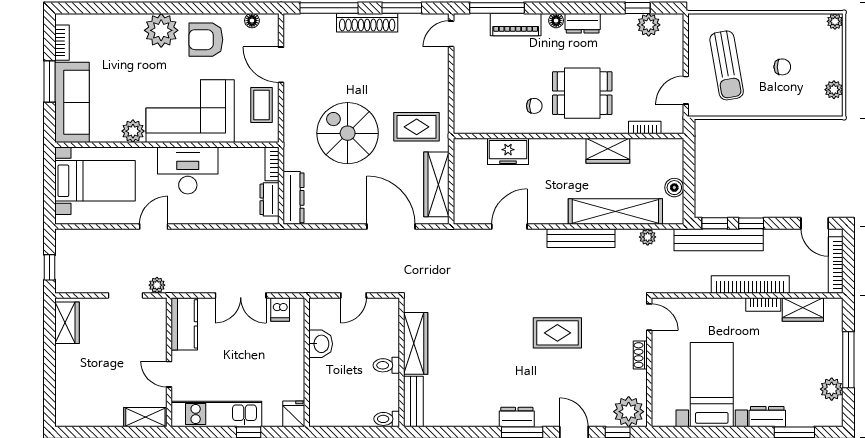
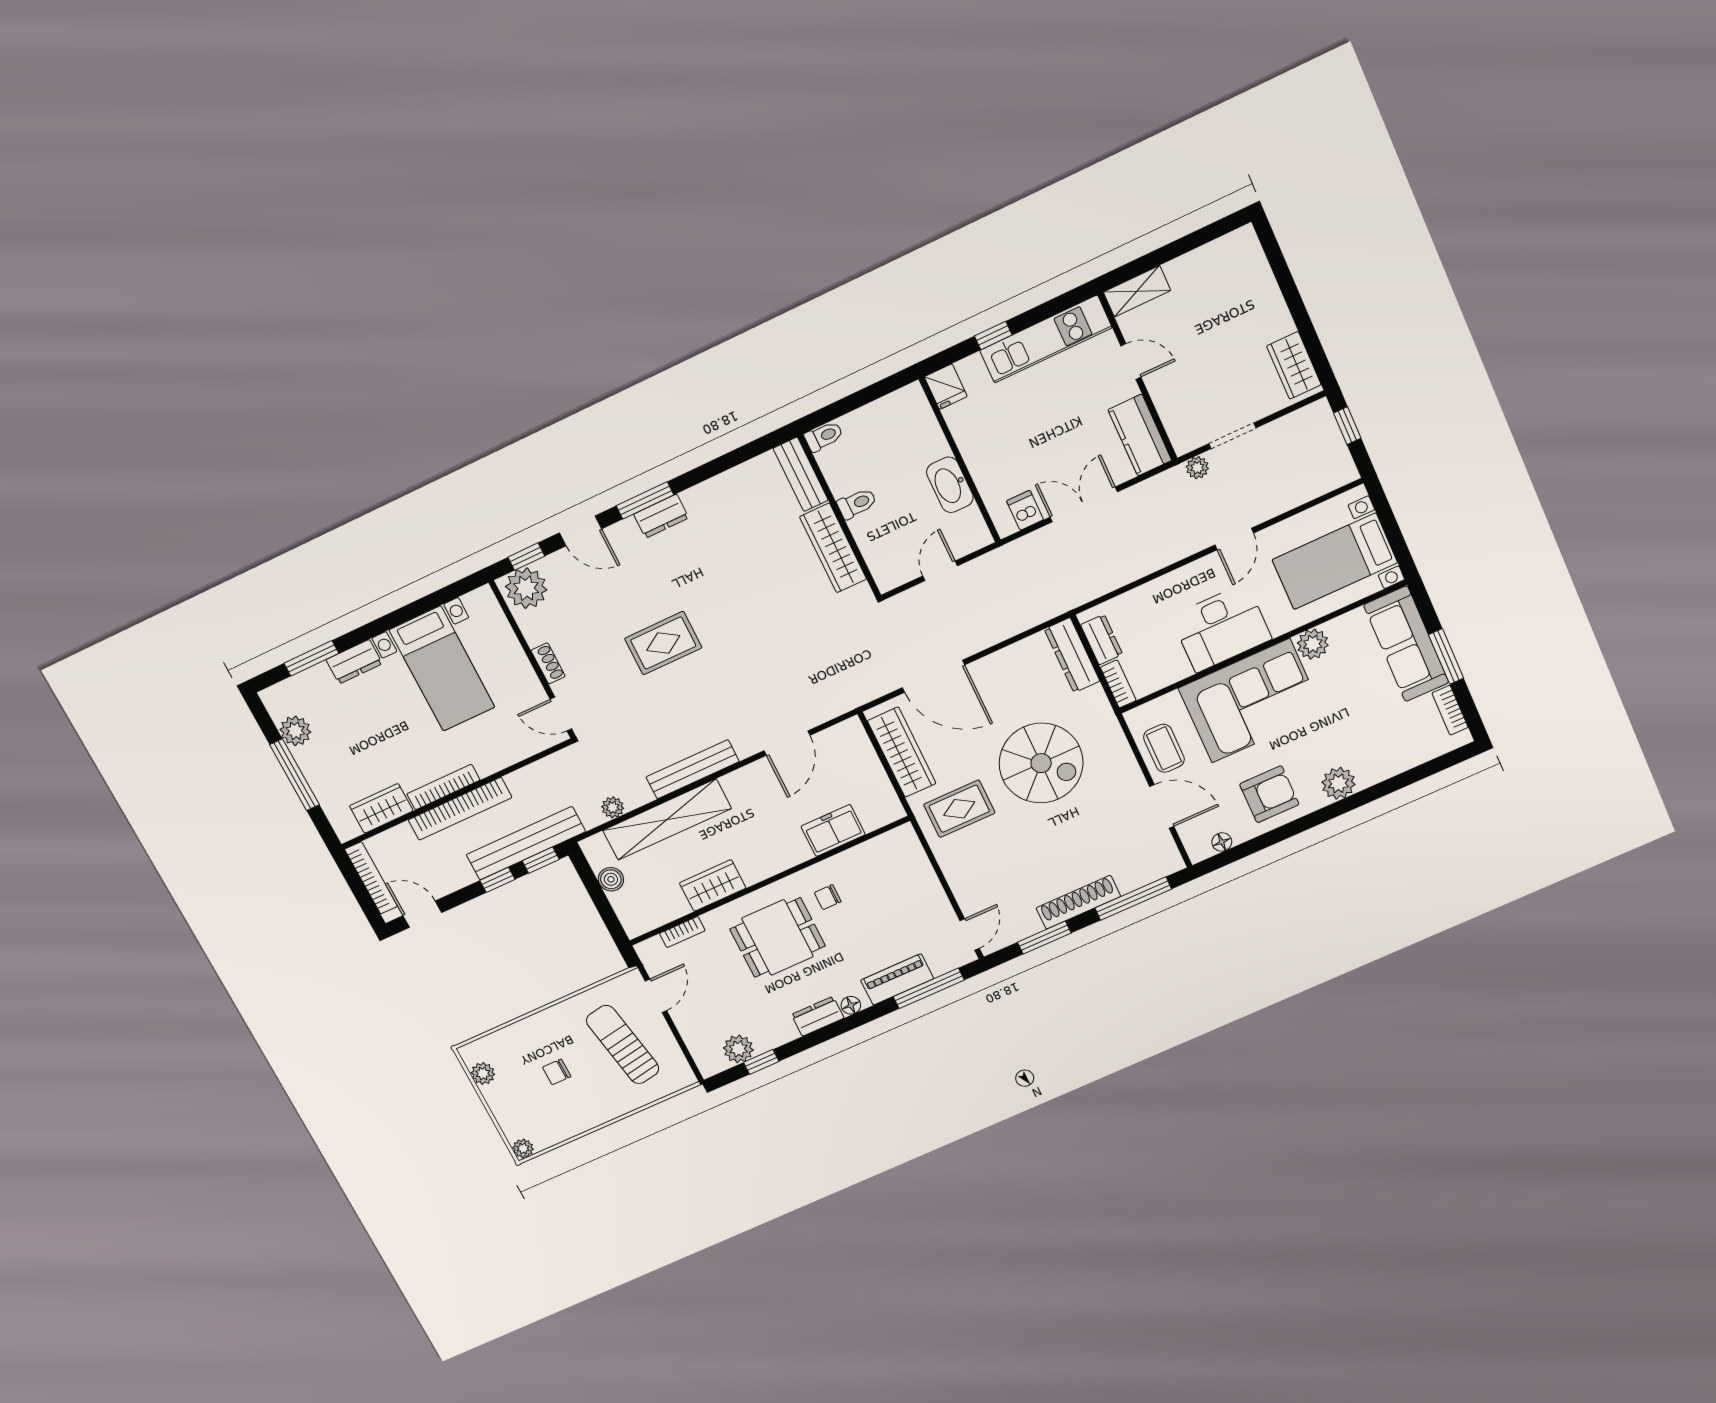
plant: (161, 30) -> (1338, 783), width x0.73, depth x0.73
bookcase: (763, 305) -> (443, 787), width x1.56
washbasin: (321, 344) -> (950, 485), width x1.38

